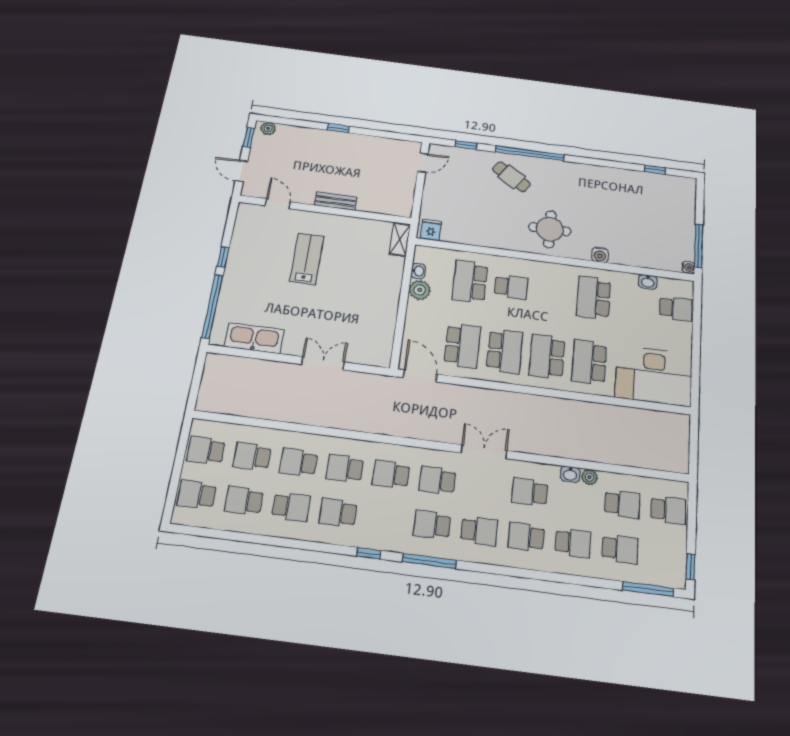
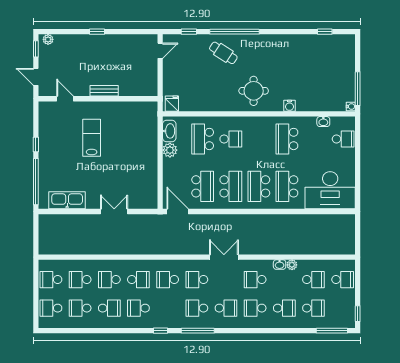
shelving: (400, 239) -> (152, 114), removed
washbasin: (418, 271) -> (169, 131), width x1.91, depth x1.45
school desk: (345, 468) -> (138, 280), turned 180

